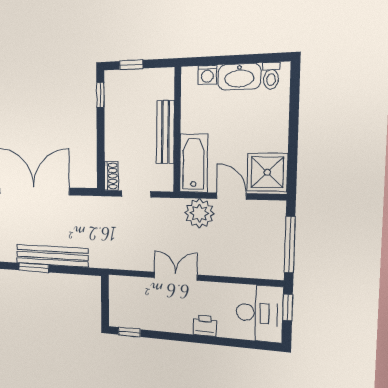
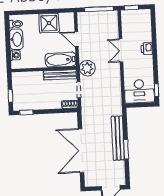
bench: (165, 132) -> (60, 75), moved
shower: (267, 172) -> (49, 23), moved
door: (231, 196) -> (76, 39), hinge flipped
plant: (199, 213) -> (87, 68), moved
double door: (176, 276) -> (121, 50), moved
desk: (259, 313) -> (139, 91), moved, turned 180

